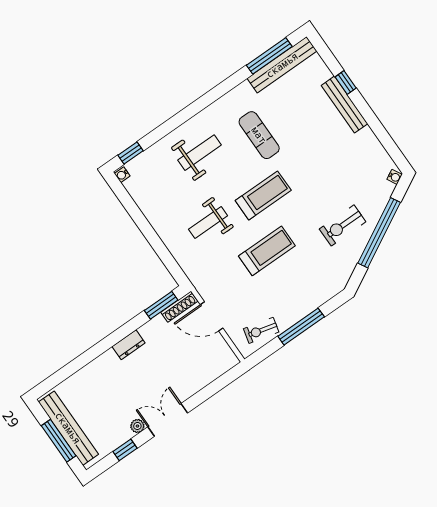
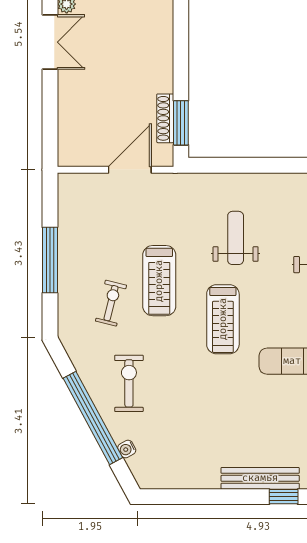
water cooler: (395, 177) -> (127, 449), moved
shoe rack: (179, 307) -> (165, 118), moved
exercise bike: (261, 330) -> (111, 303), moved
dresser: (129, 345) -> (163, 57), removed

